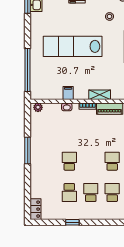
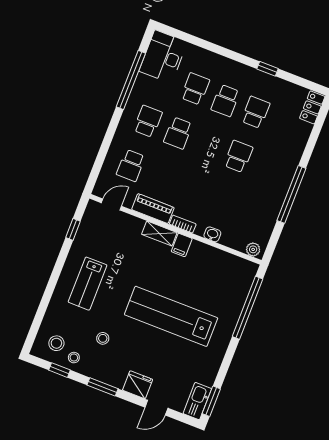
lab bench: (73, 46) -> (171, 316), turned 180
filing cabinet: (68, 93) -> (182, 245), moved
window: (28, 150) -> (291, 194), width x1.46
school desk: (69, 161) -> (238, 156), turned 180
school desk: (112, 193) -> (195, 89), turned 180

